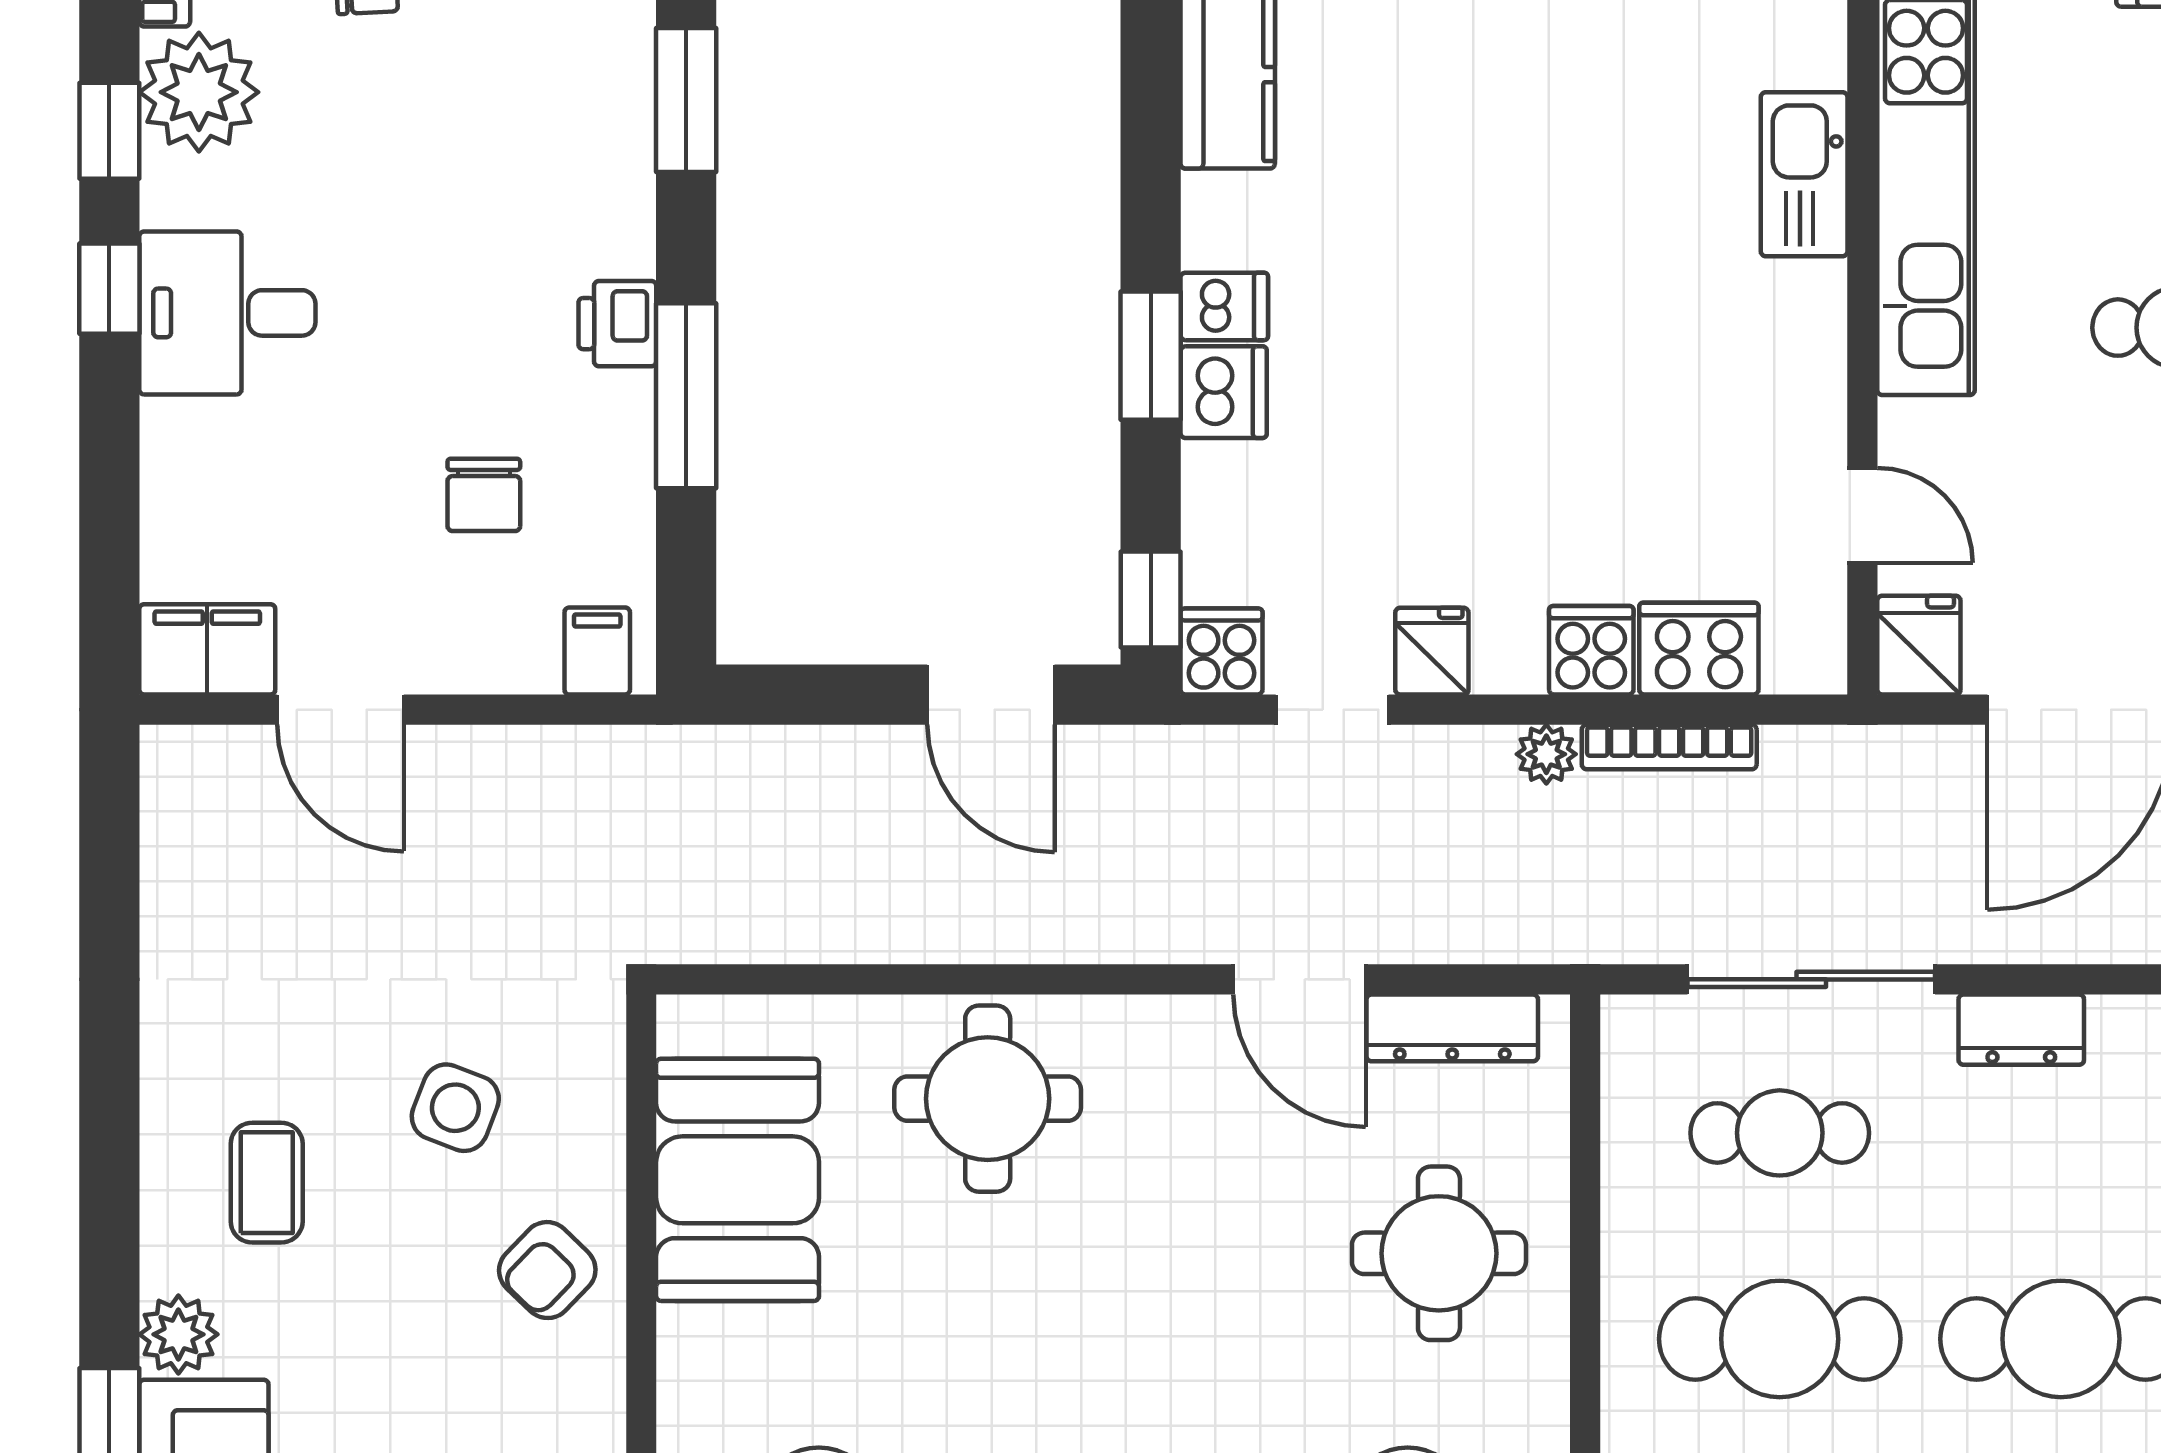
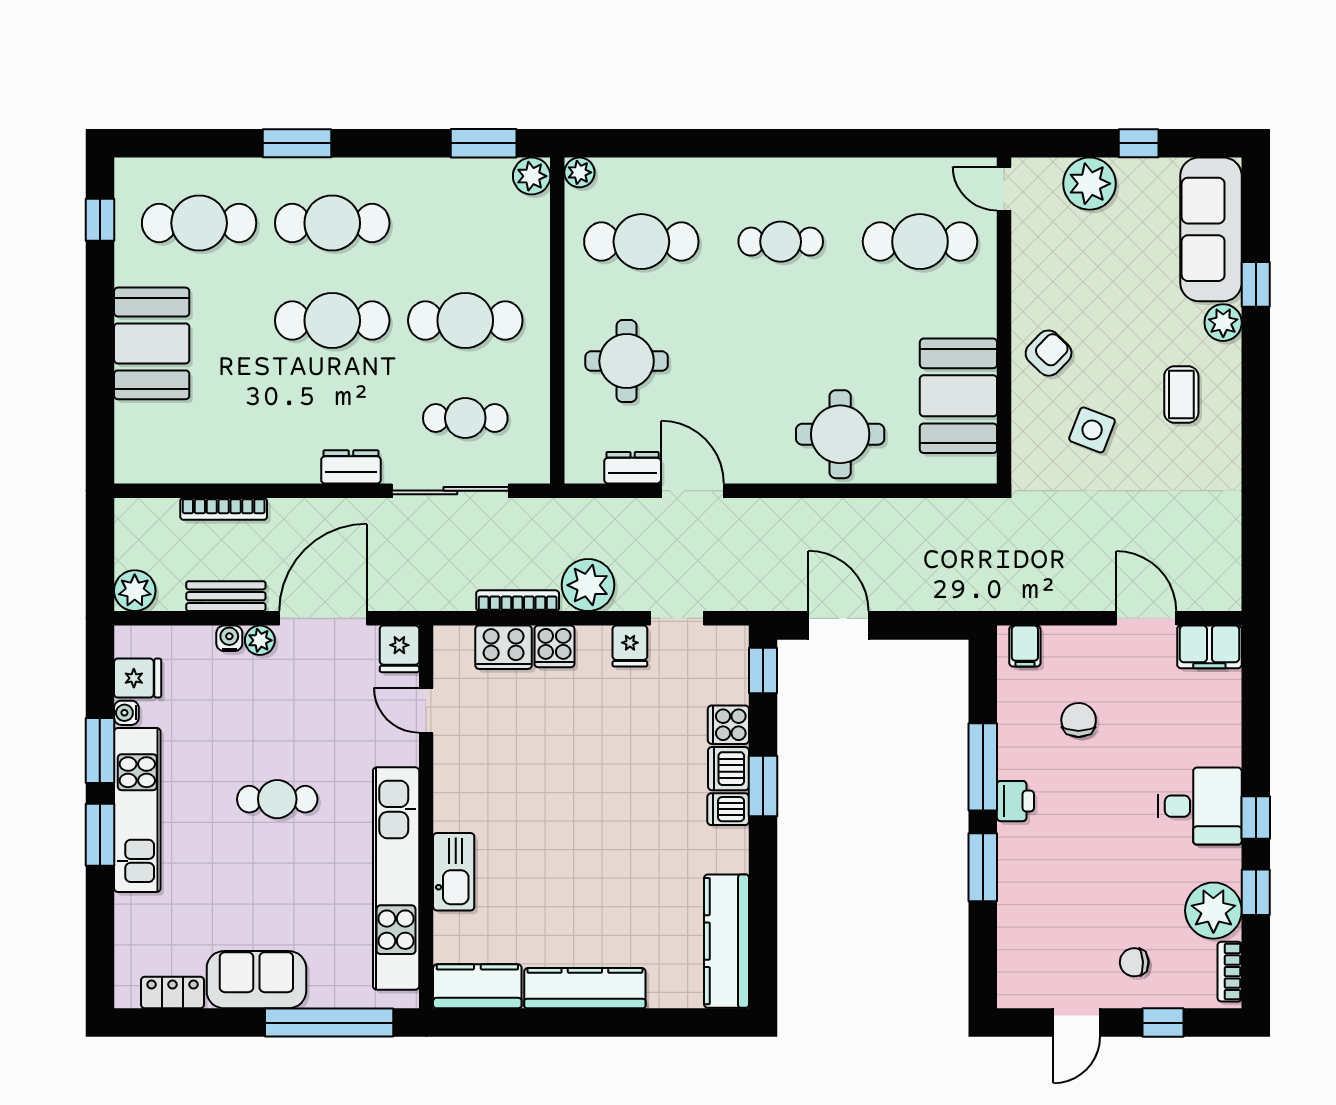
window: (686, 100) -> (983, 867), moved
cooker: (1222, 652) -> (728, 725), moved, turned 90
plant: (1546, 754) -> (588, 585), width x1.87, depth x1.87
dresser: (1452, 1028) -> (633, 468), width x0.70

